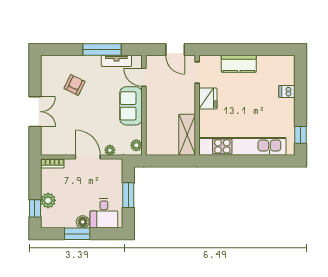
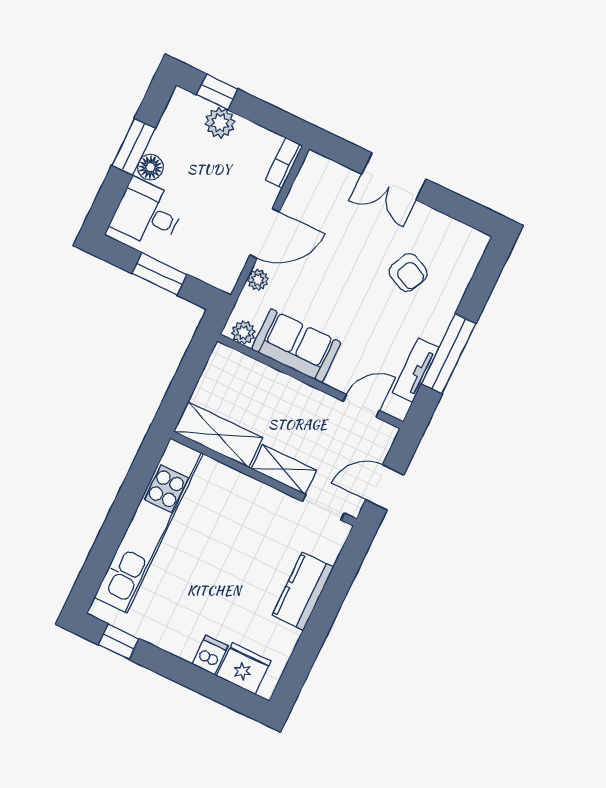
shelving: (189, 98) -> (284, 470), added
fridge: (208, 99) -> (244, 668), moved, turned 180
sofa: (131, 106) -> (296, 346), moved

